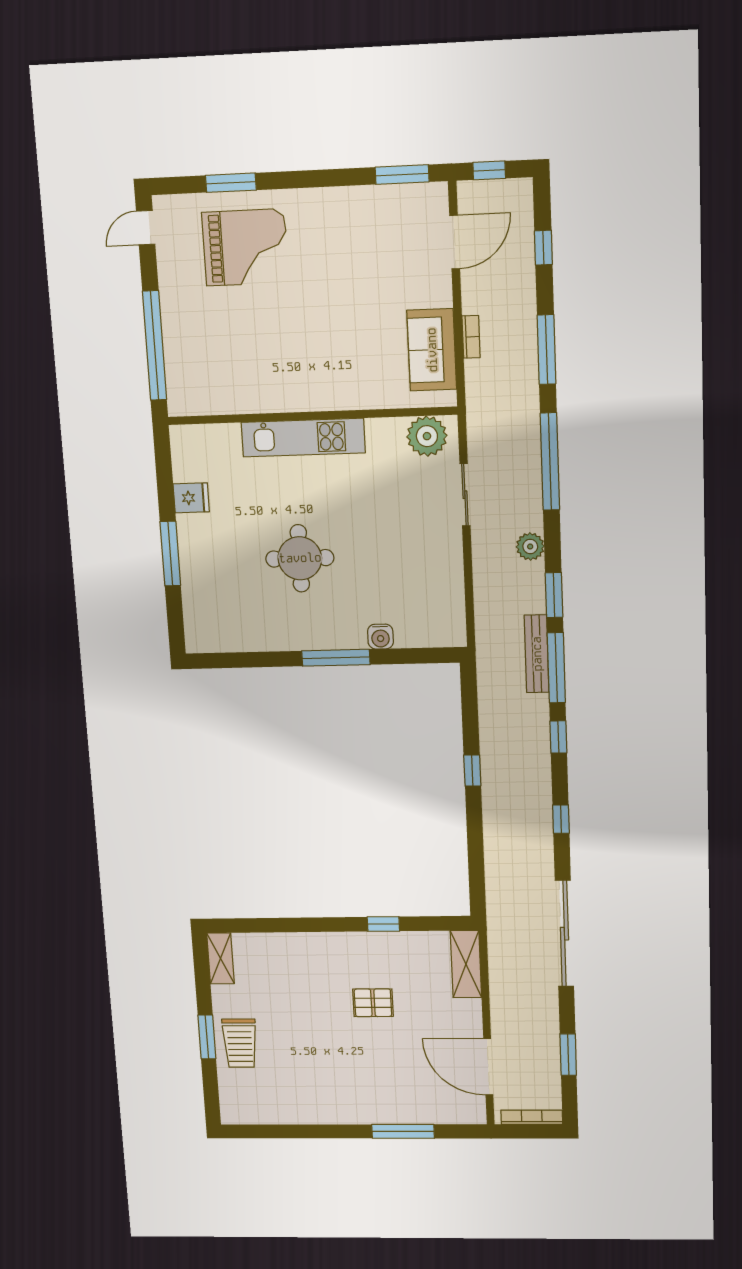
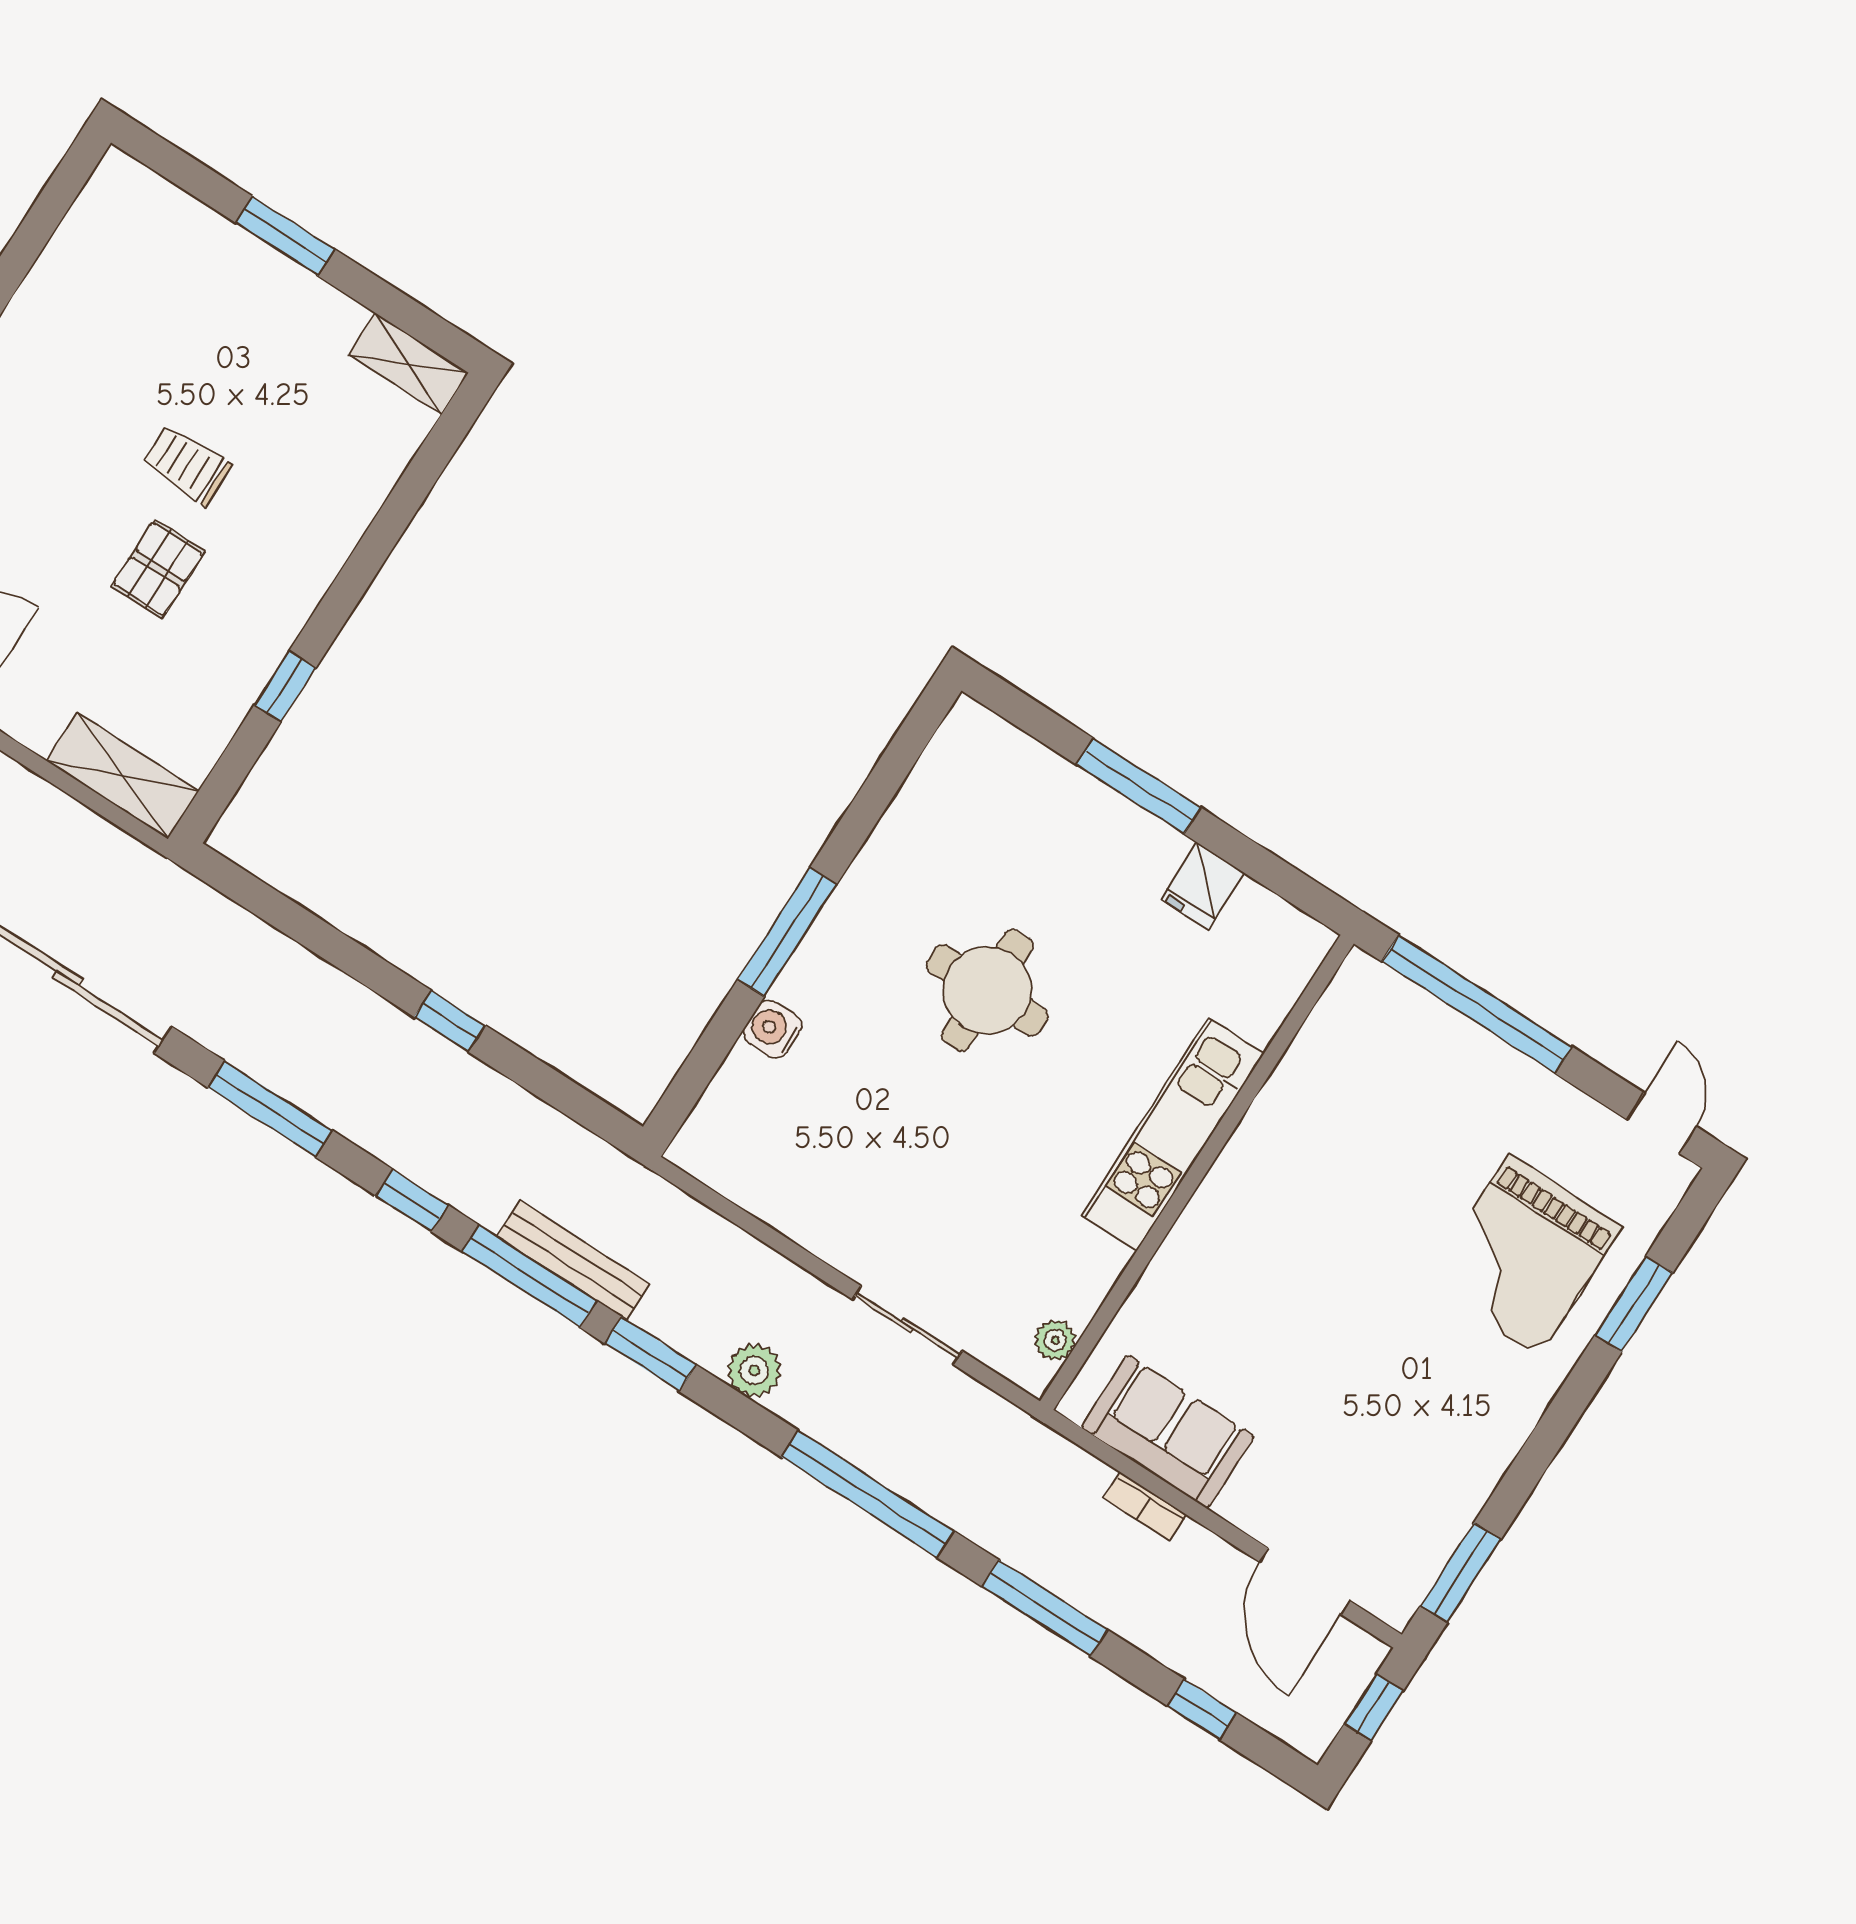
plant: (427, 436) -> (1055, 1340), width x0.53, depth x0.53
window: (561, 819) -> (270, 1109), width x2.17
trolley: (240, 1043) -> (187, 465), moved, width x0.73, depth x0.72

